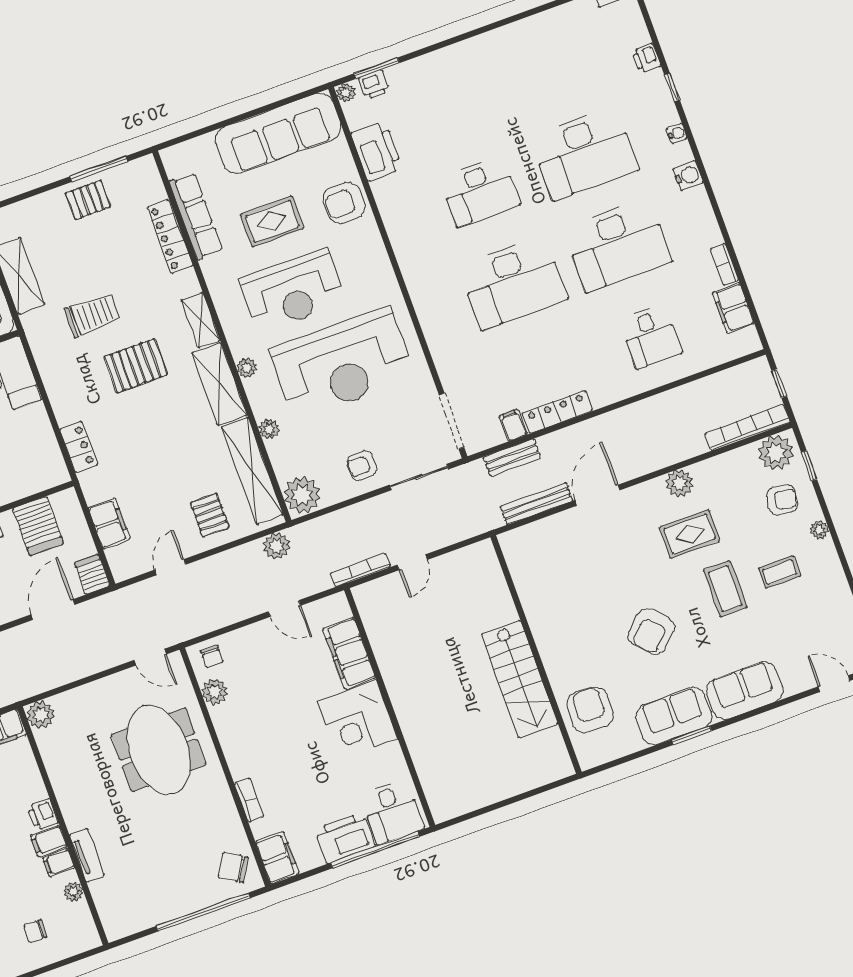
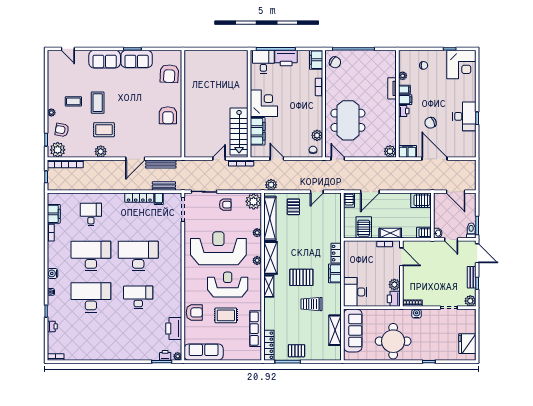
sofa: (278, 133) -> (204, 352), width x0.74, depth x0.79
locker: (170, 237) -> (269, 345), moved
filing cabinet: (109, 524) -> (335, 273), moved
armchair: (651, 632) -> (168, 115), moved, turned 134
stairs: (520, 679) -> (239, 131), moved, turned 180

